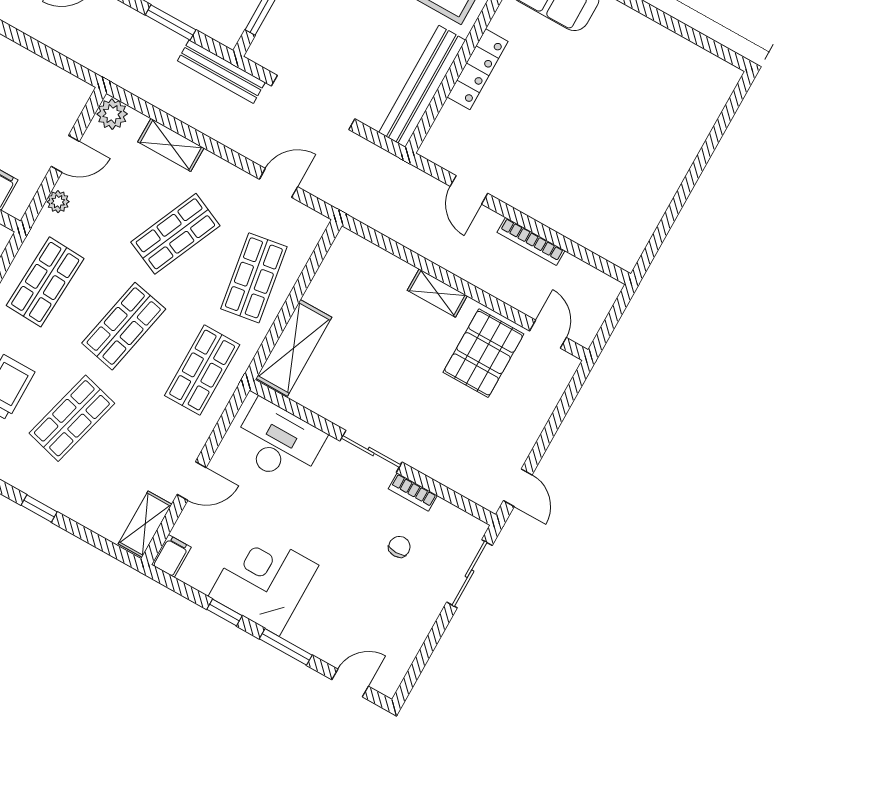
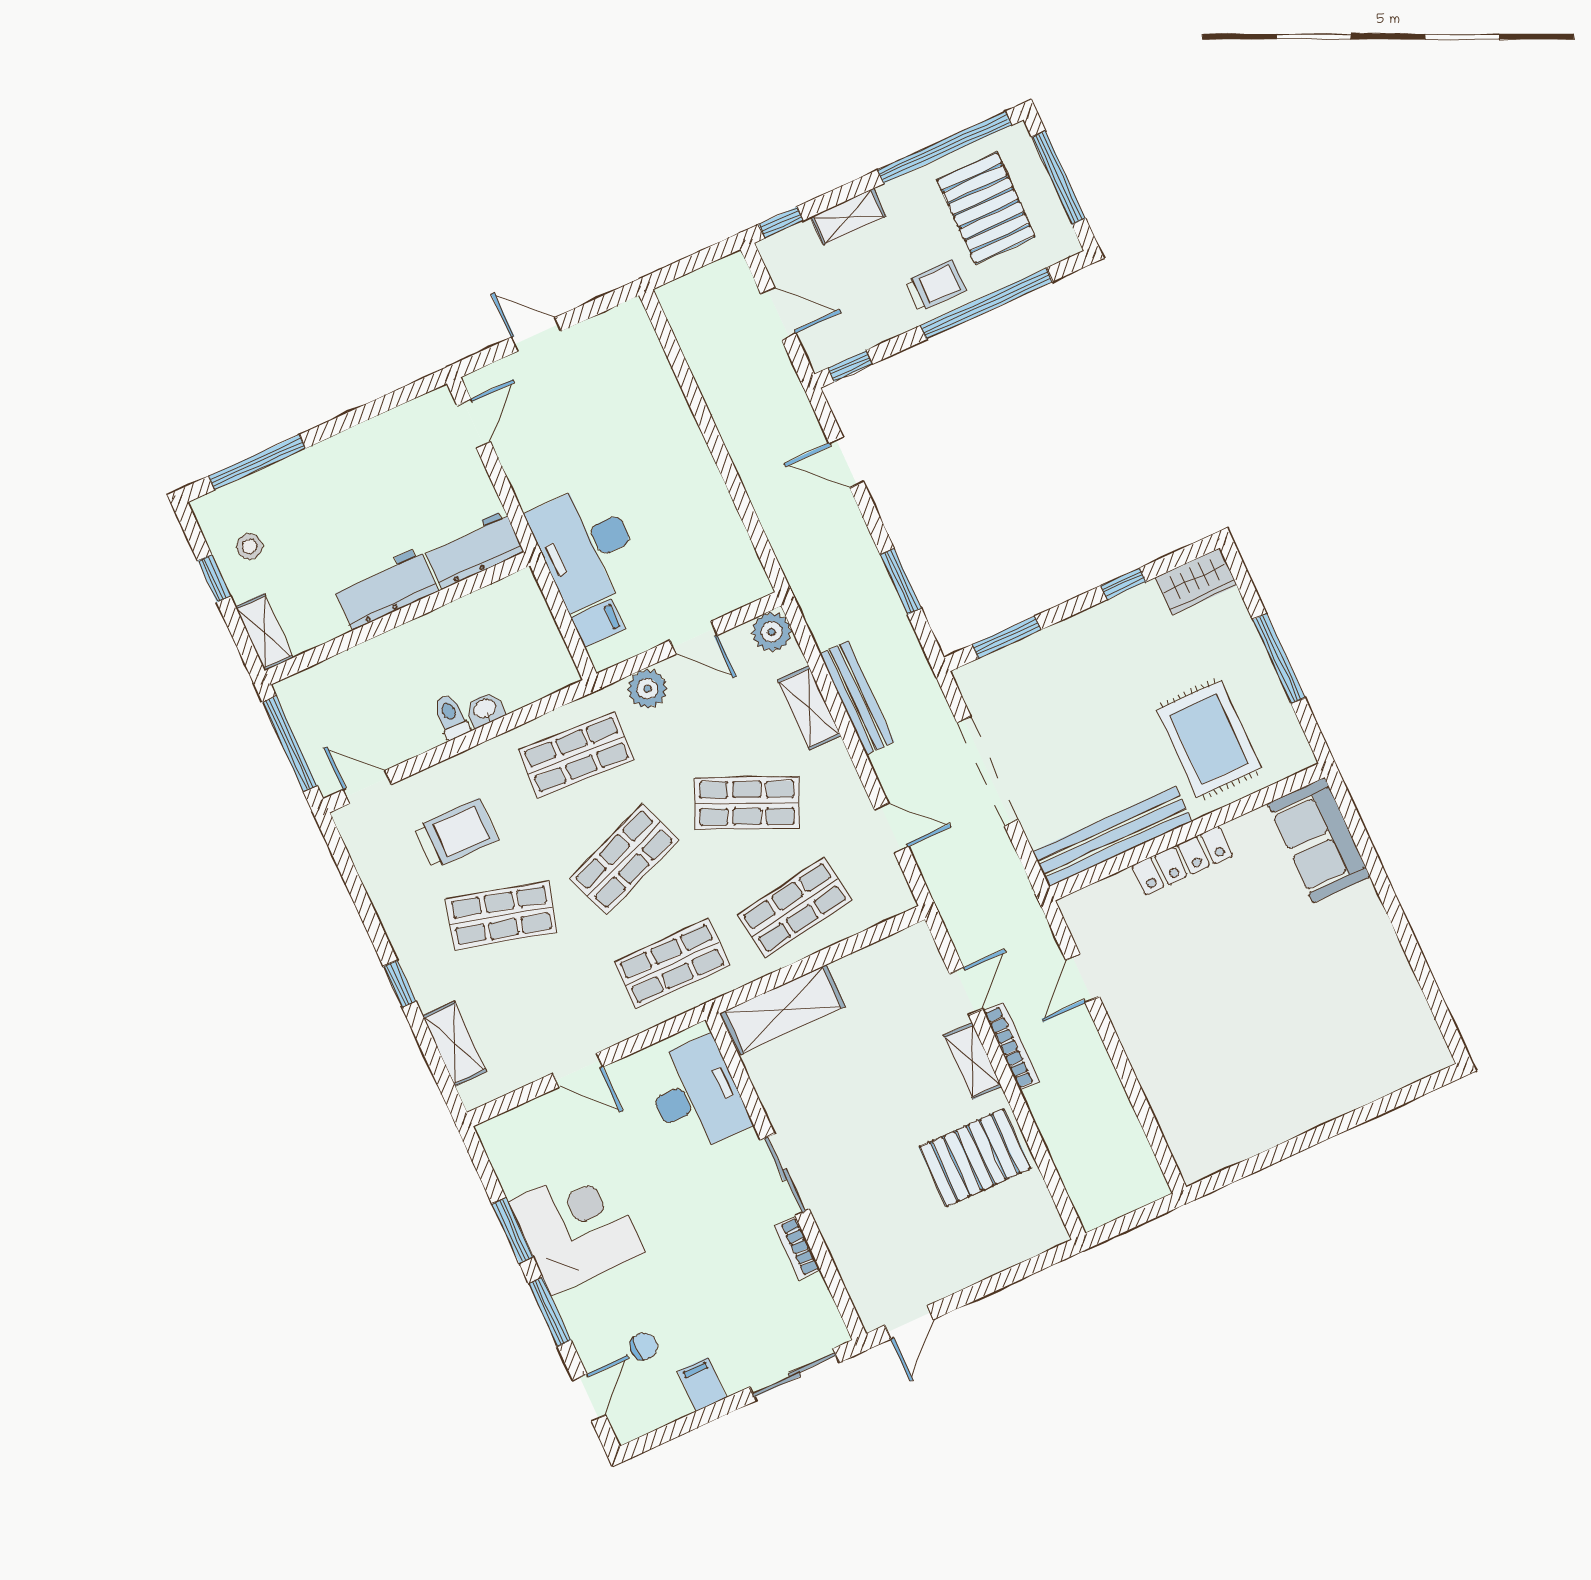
bench: (221, 72) -> (857, 698), moved
plant: (58, 202) -> (647, 689), width x1.38, depth x1.38
bookcase: (531, 241) -> (1012, 1046), moved, turned 180
shop shelf: (124, 326) -> (624, 859), turned -33
door: (548, 334) -> (966, 991), moved
shelving: (145, 524) -> (455, 1044), moved, turned 90
chair: (399, 547) -> (644, 1346), moved
filing cabinet: (171, 556) -> (702, 1384), moved, turned -90
window: (225, 613) -> (513, 1231), width x1.50
door: (350, 683) -> (589, 1398), hinge flipped

